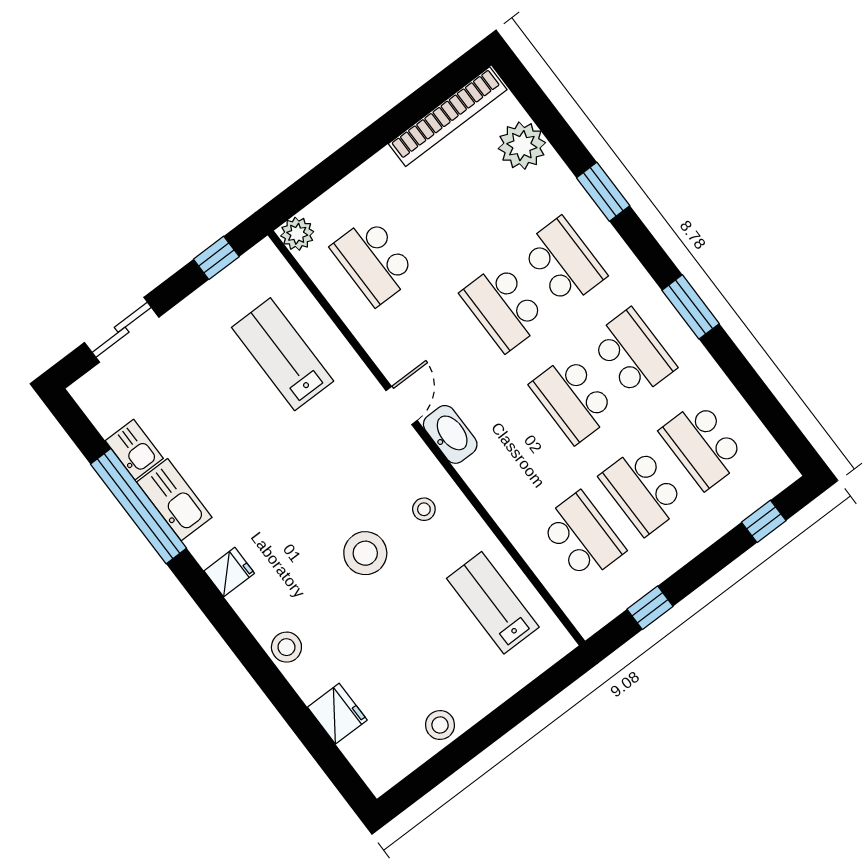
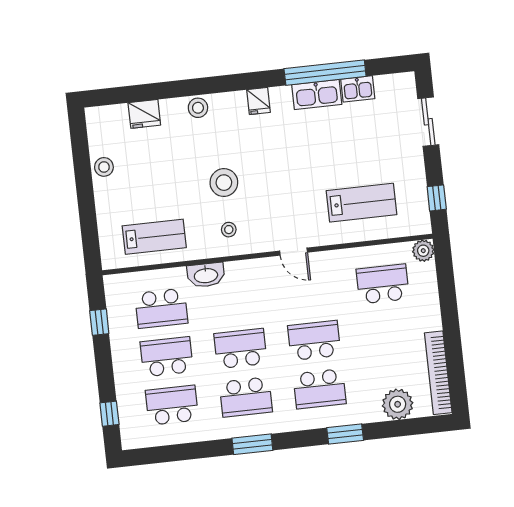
washbasin: (450, 434) -> (206, 275), moved

